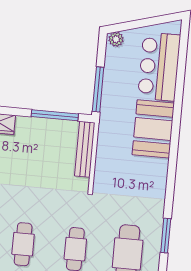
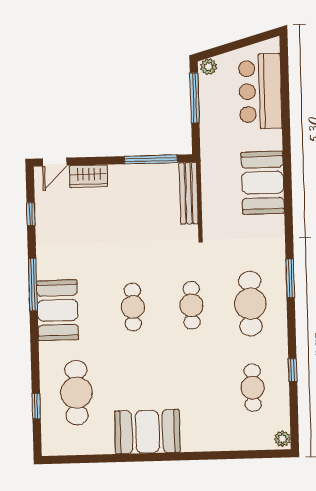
window: (98, 89) -> (195, 98), moved
booth: (153, 129) -> (263, 183), moved

